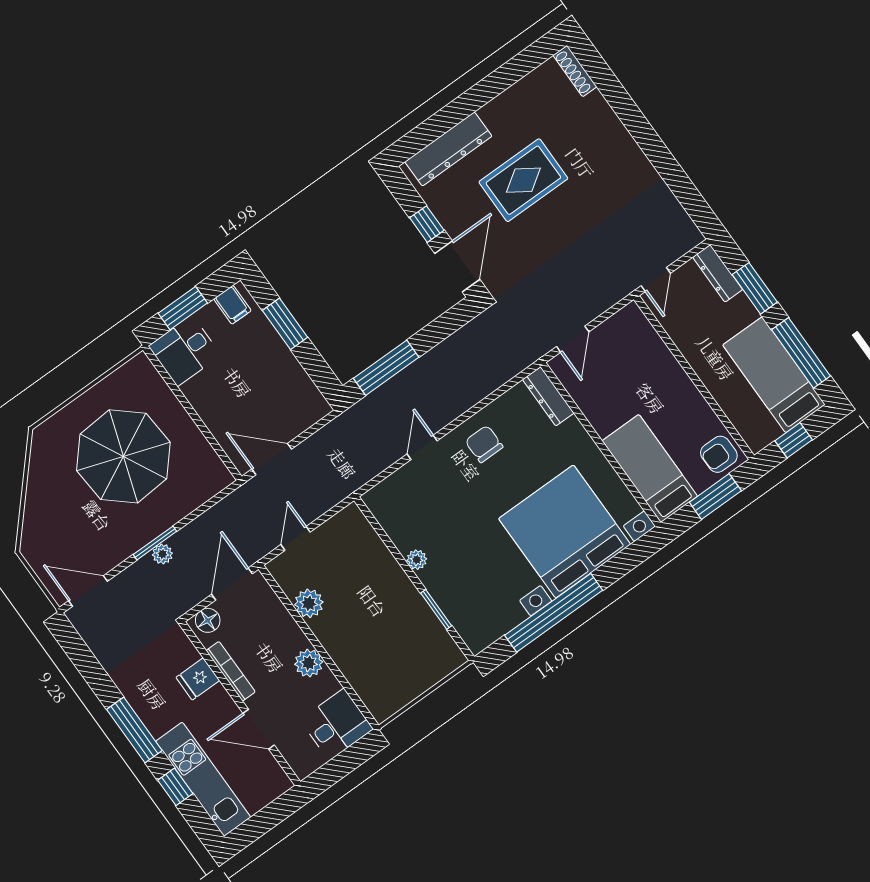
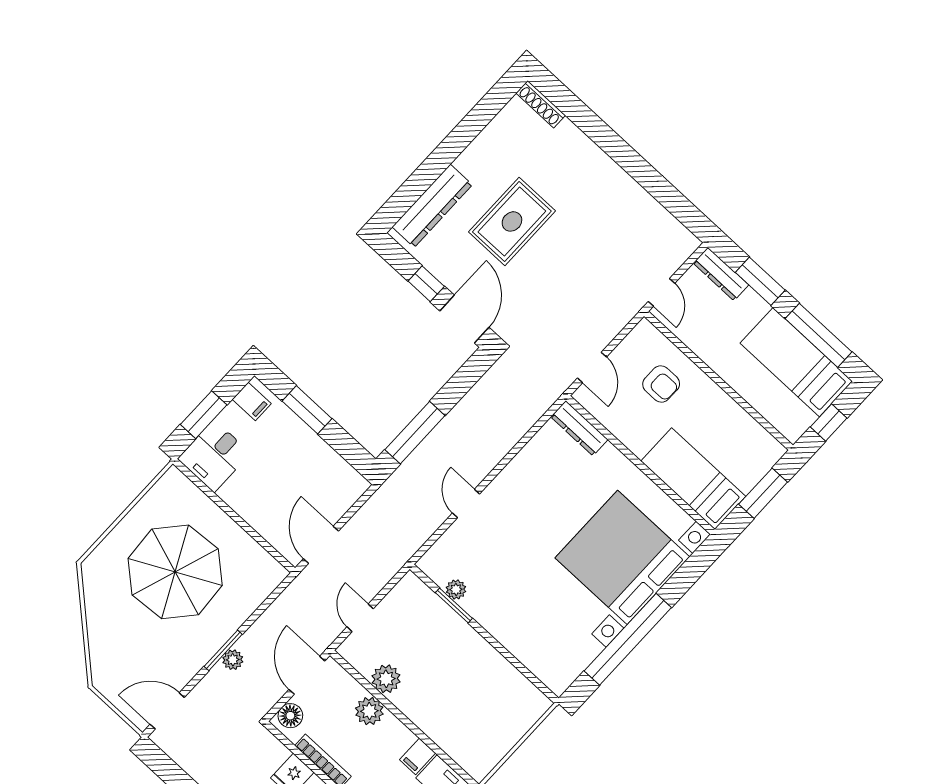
chair: (484, 444) -> (526, 488), removed
armchair: (719, 454) -> (661, 384), moved, turned -90
door: (272, 459) -> (321, 545), hinge flipped
plant: (417, 560) -> (456, 589), moved
window: (436, 609) -> (454, 606), moved
plant: (309, 663) -> (369, 711), moved
filing cabinet: (324, 686) -> (418, 756), added

